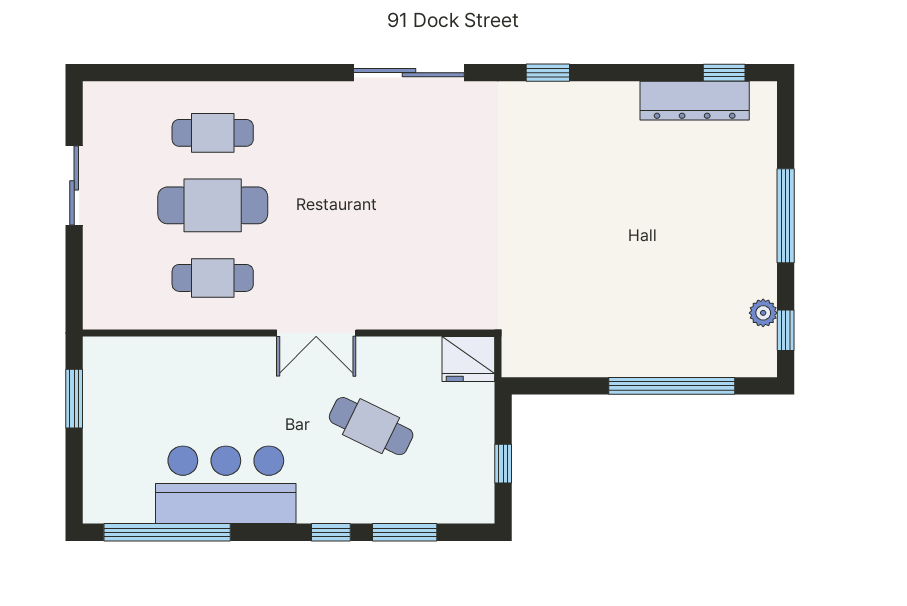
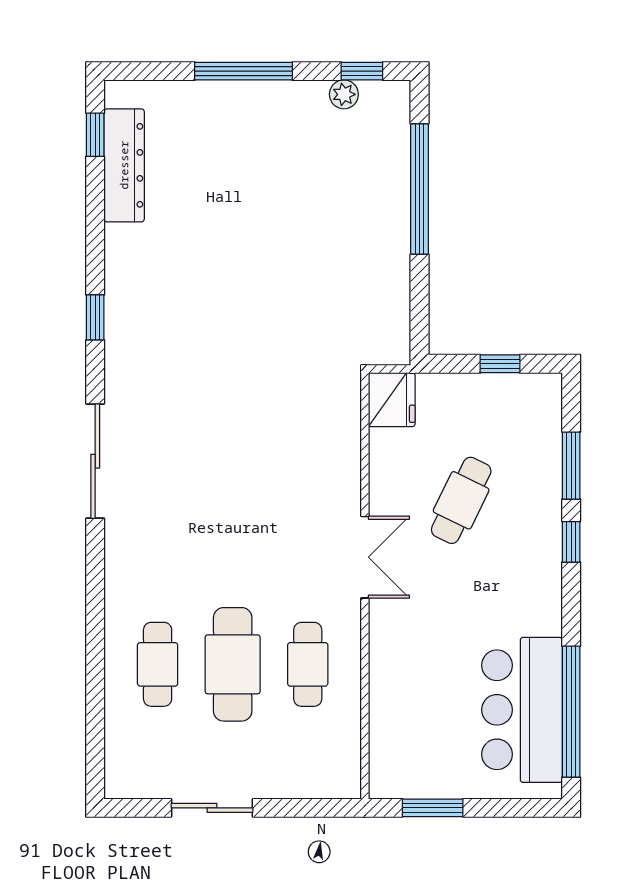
bar counter: (226, 485) -> (522, 710), moved

